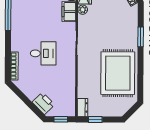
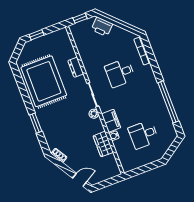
plant: (83, 10) -> (94, 114), moved
dresser: (83, 107) -> (76, 67), moved
window: (95, 119) -> (37, 35), moved

